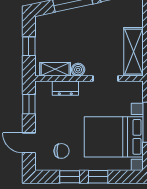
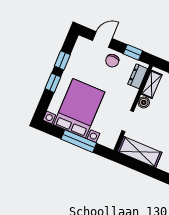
dresser: (65, 88) -> (138, 76), moved
chair: (62, 151) -> (112, 61), moved

